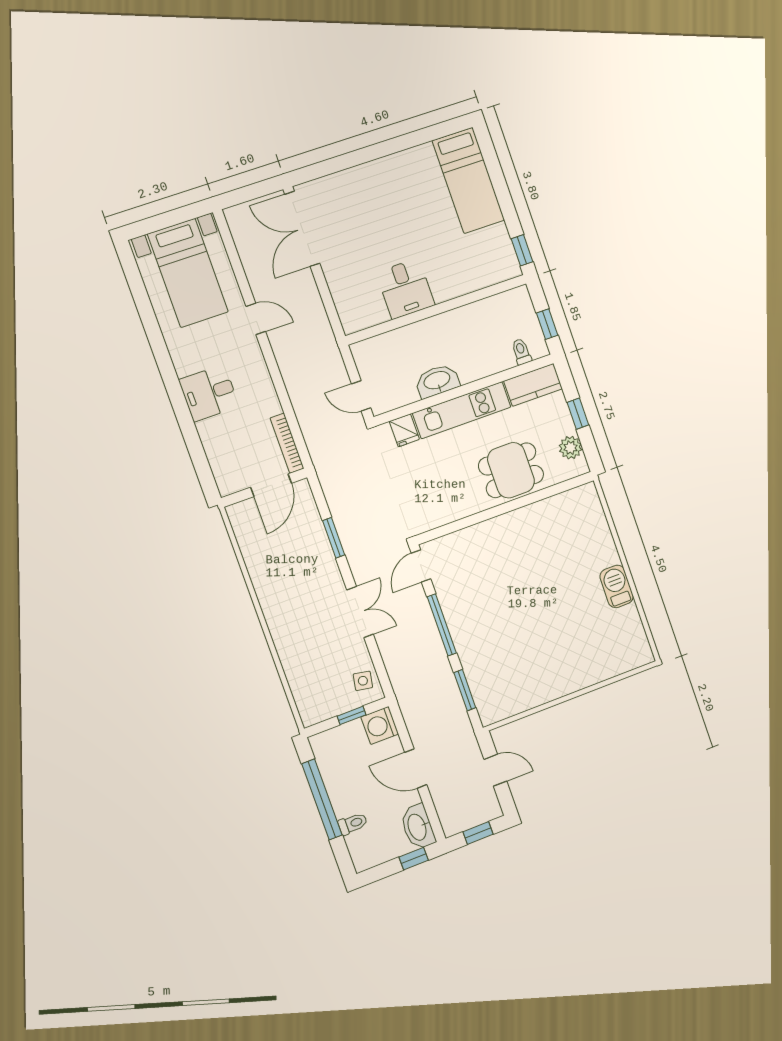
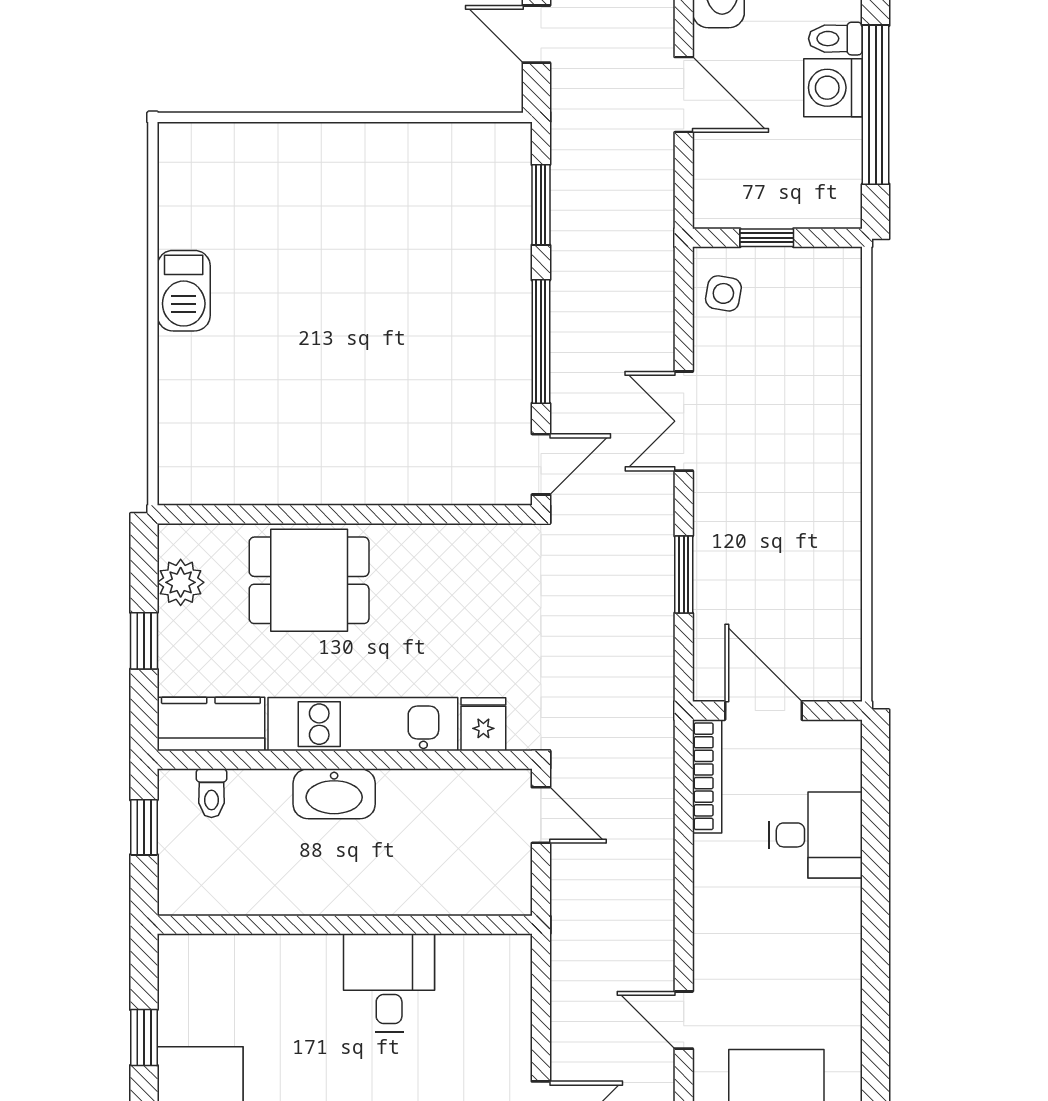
window: (522, 250) -> (144, 1037), moved
washbasin: (437, 381) -> (334, 794), moved
desk: (209, 393) -> (816, 835), moved
door: (271, 485) -> (763, 711), hinge flipped
washing machine: (380, 725) -> (833, 88), moved, turned 180

